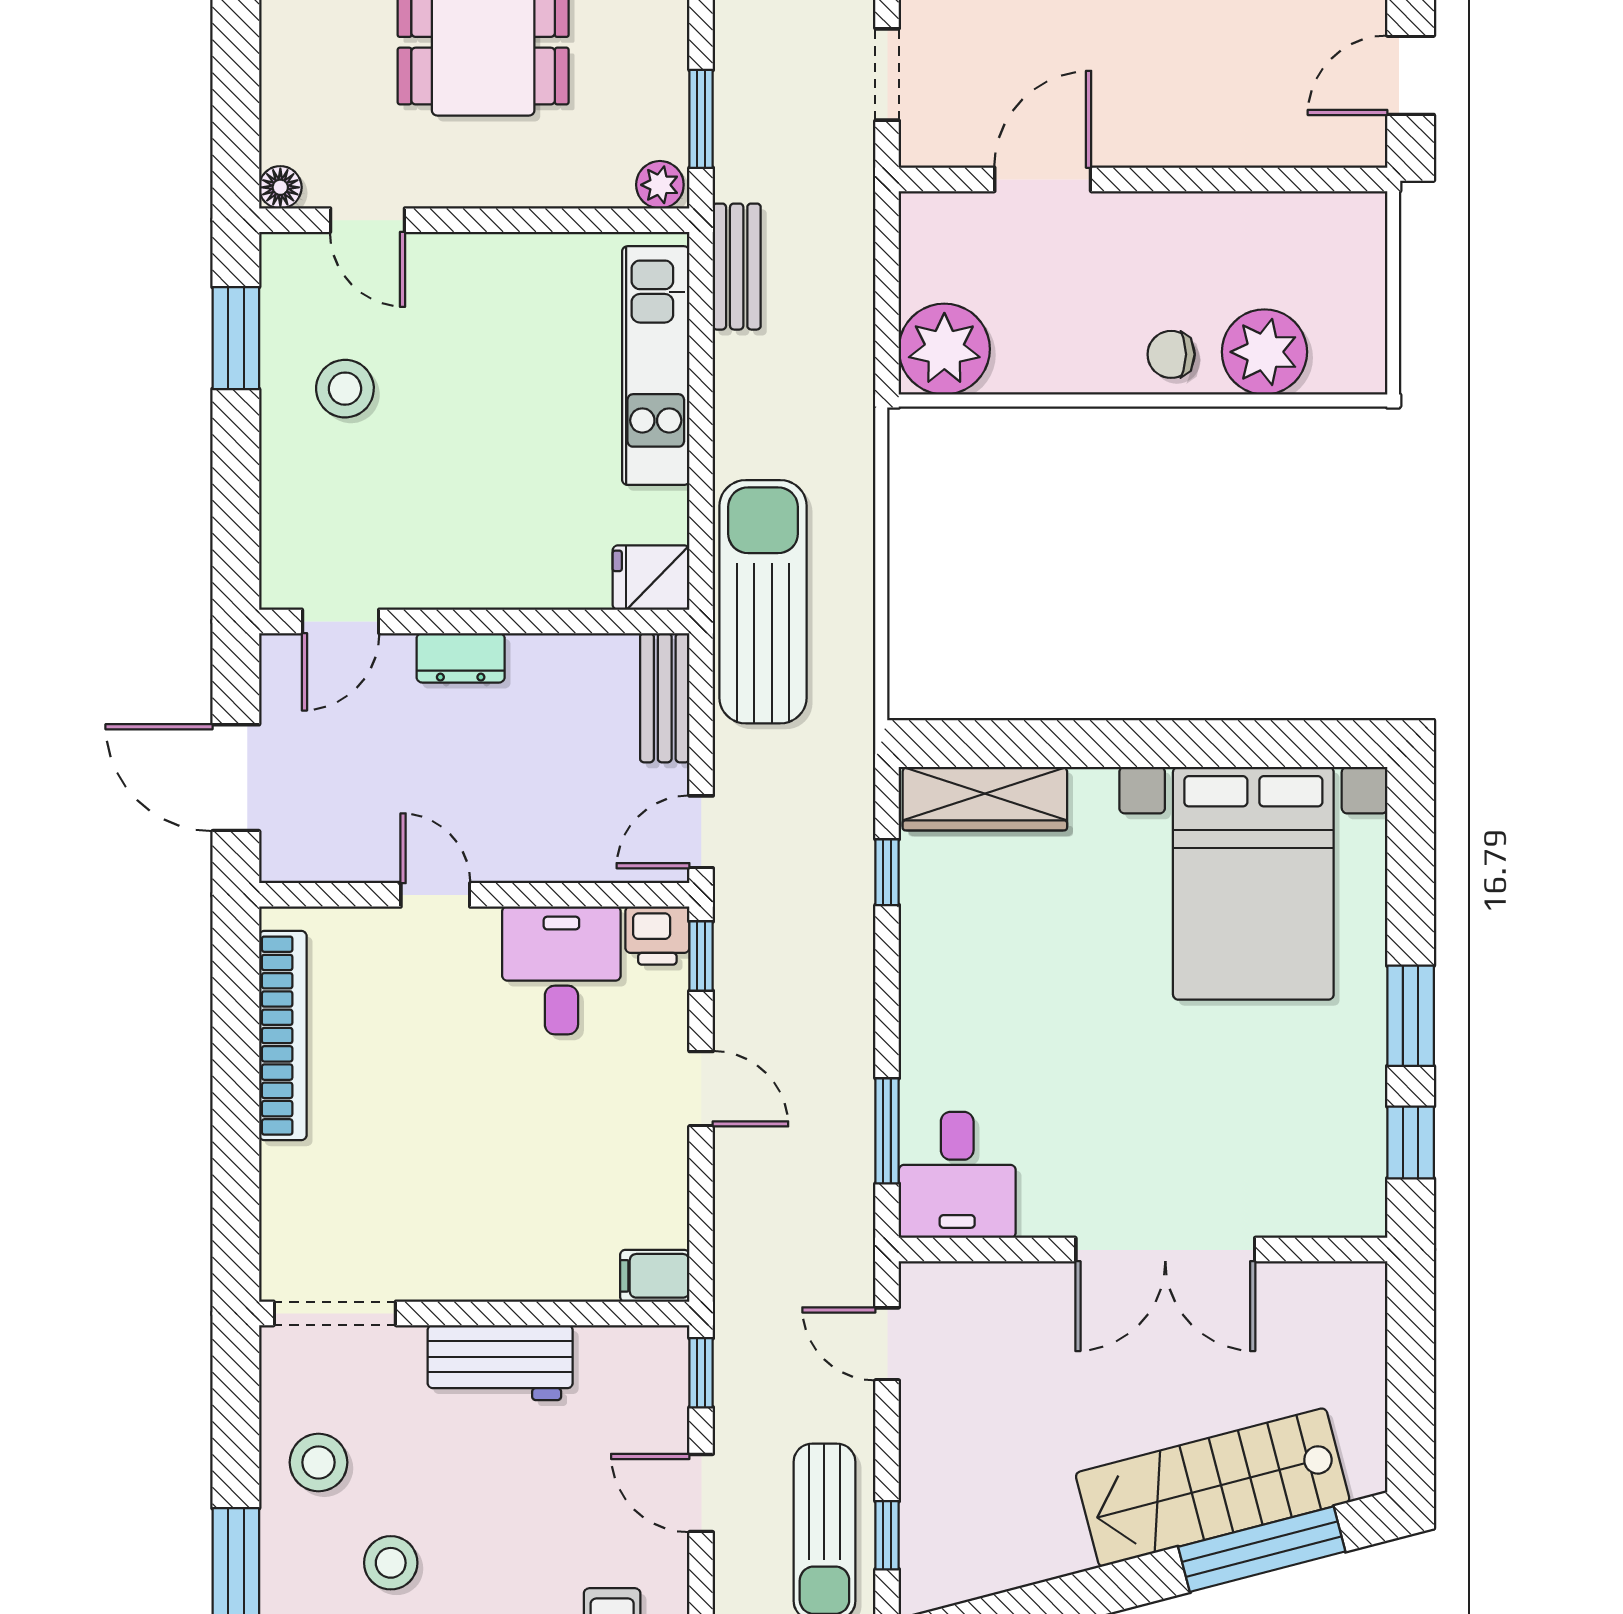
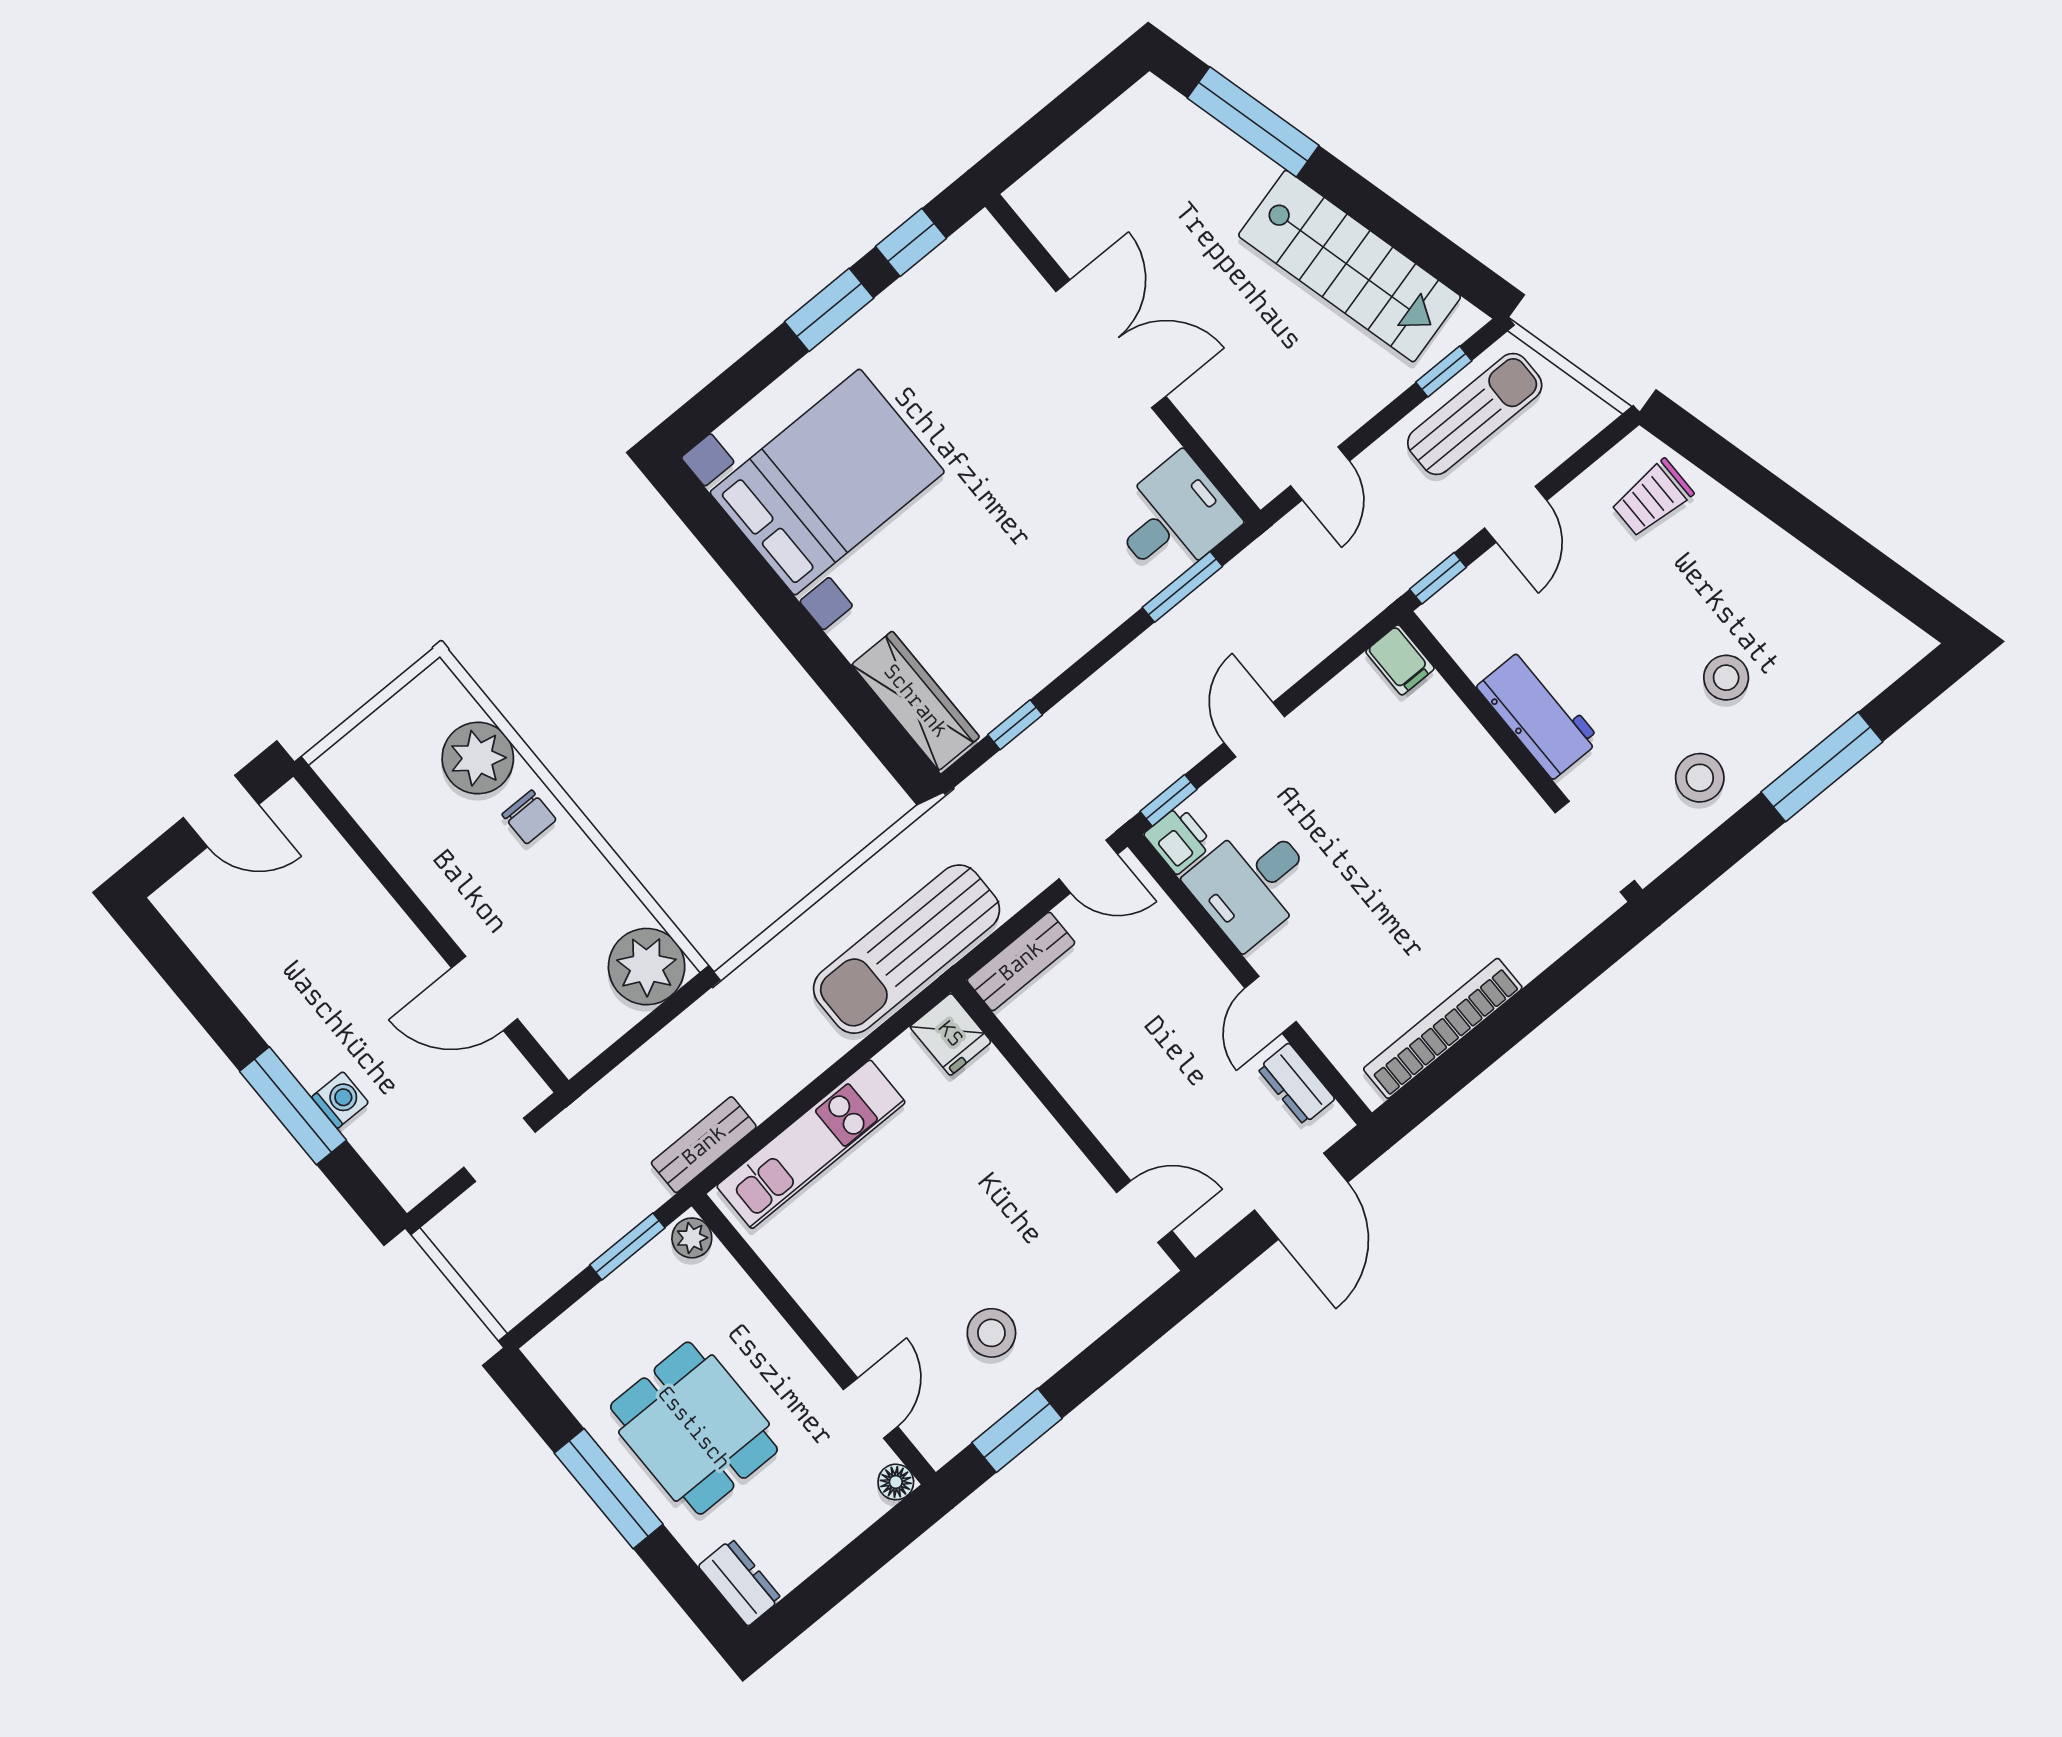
dresser: (461, 658) -> (1296, 1084), moved, turned 180
stairs: (1213, 1487) -> (1350, 266), moved

